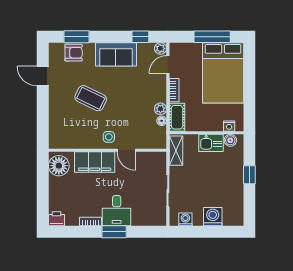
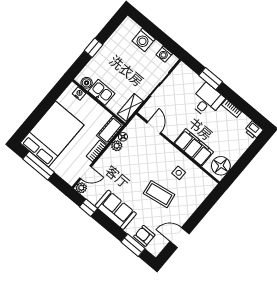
door: (43, 76) -> (179, 238), swing flipped
coffee table: (91, 98) -> (159, 194), turned -35
side table: (109, 137) -> (179, 173), moved
door: (126, 150) -> (154, 128), moved
window: (114, 232) -> (211, 79), moved

